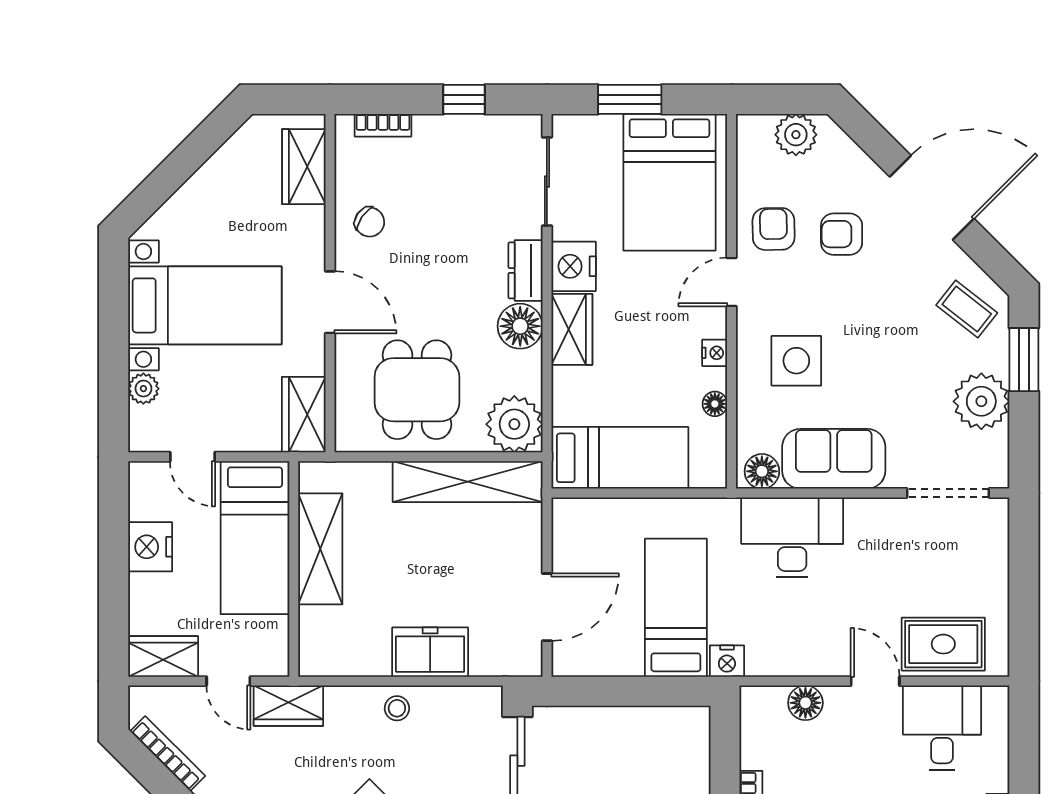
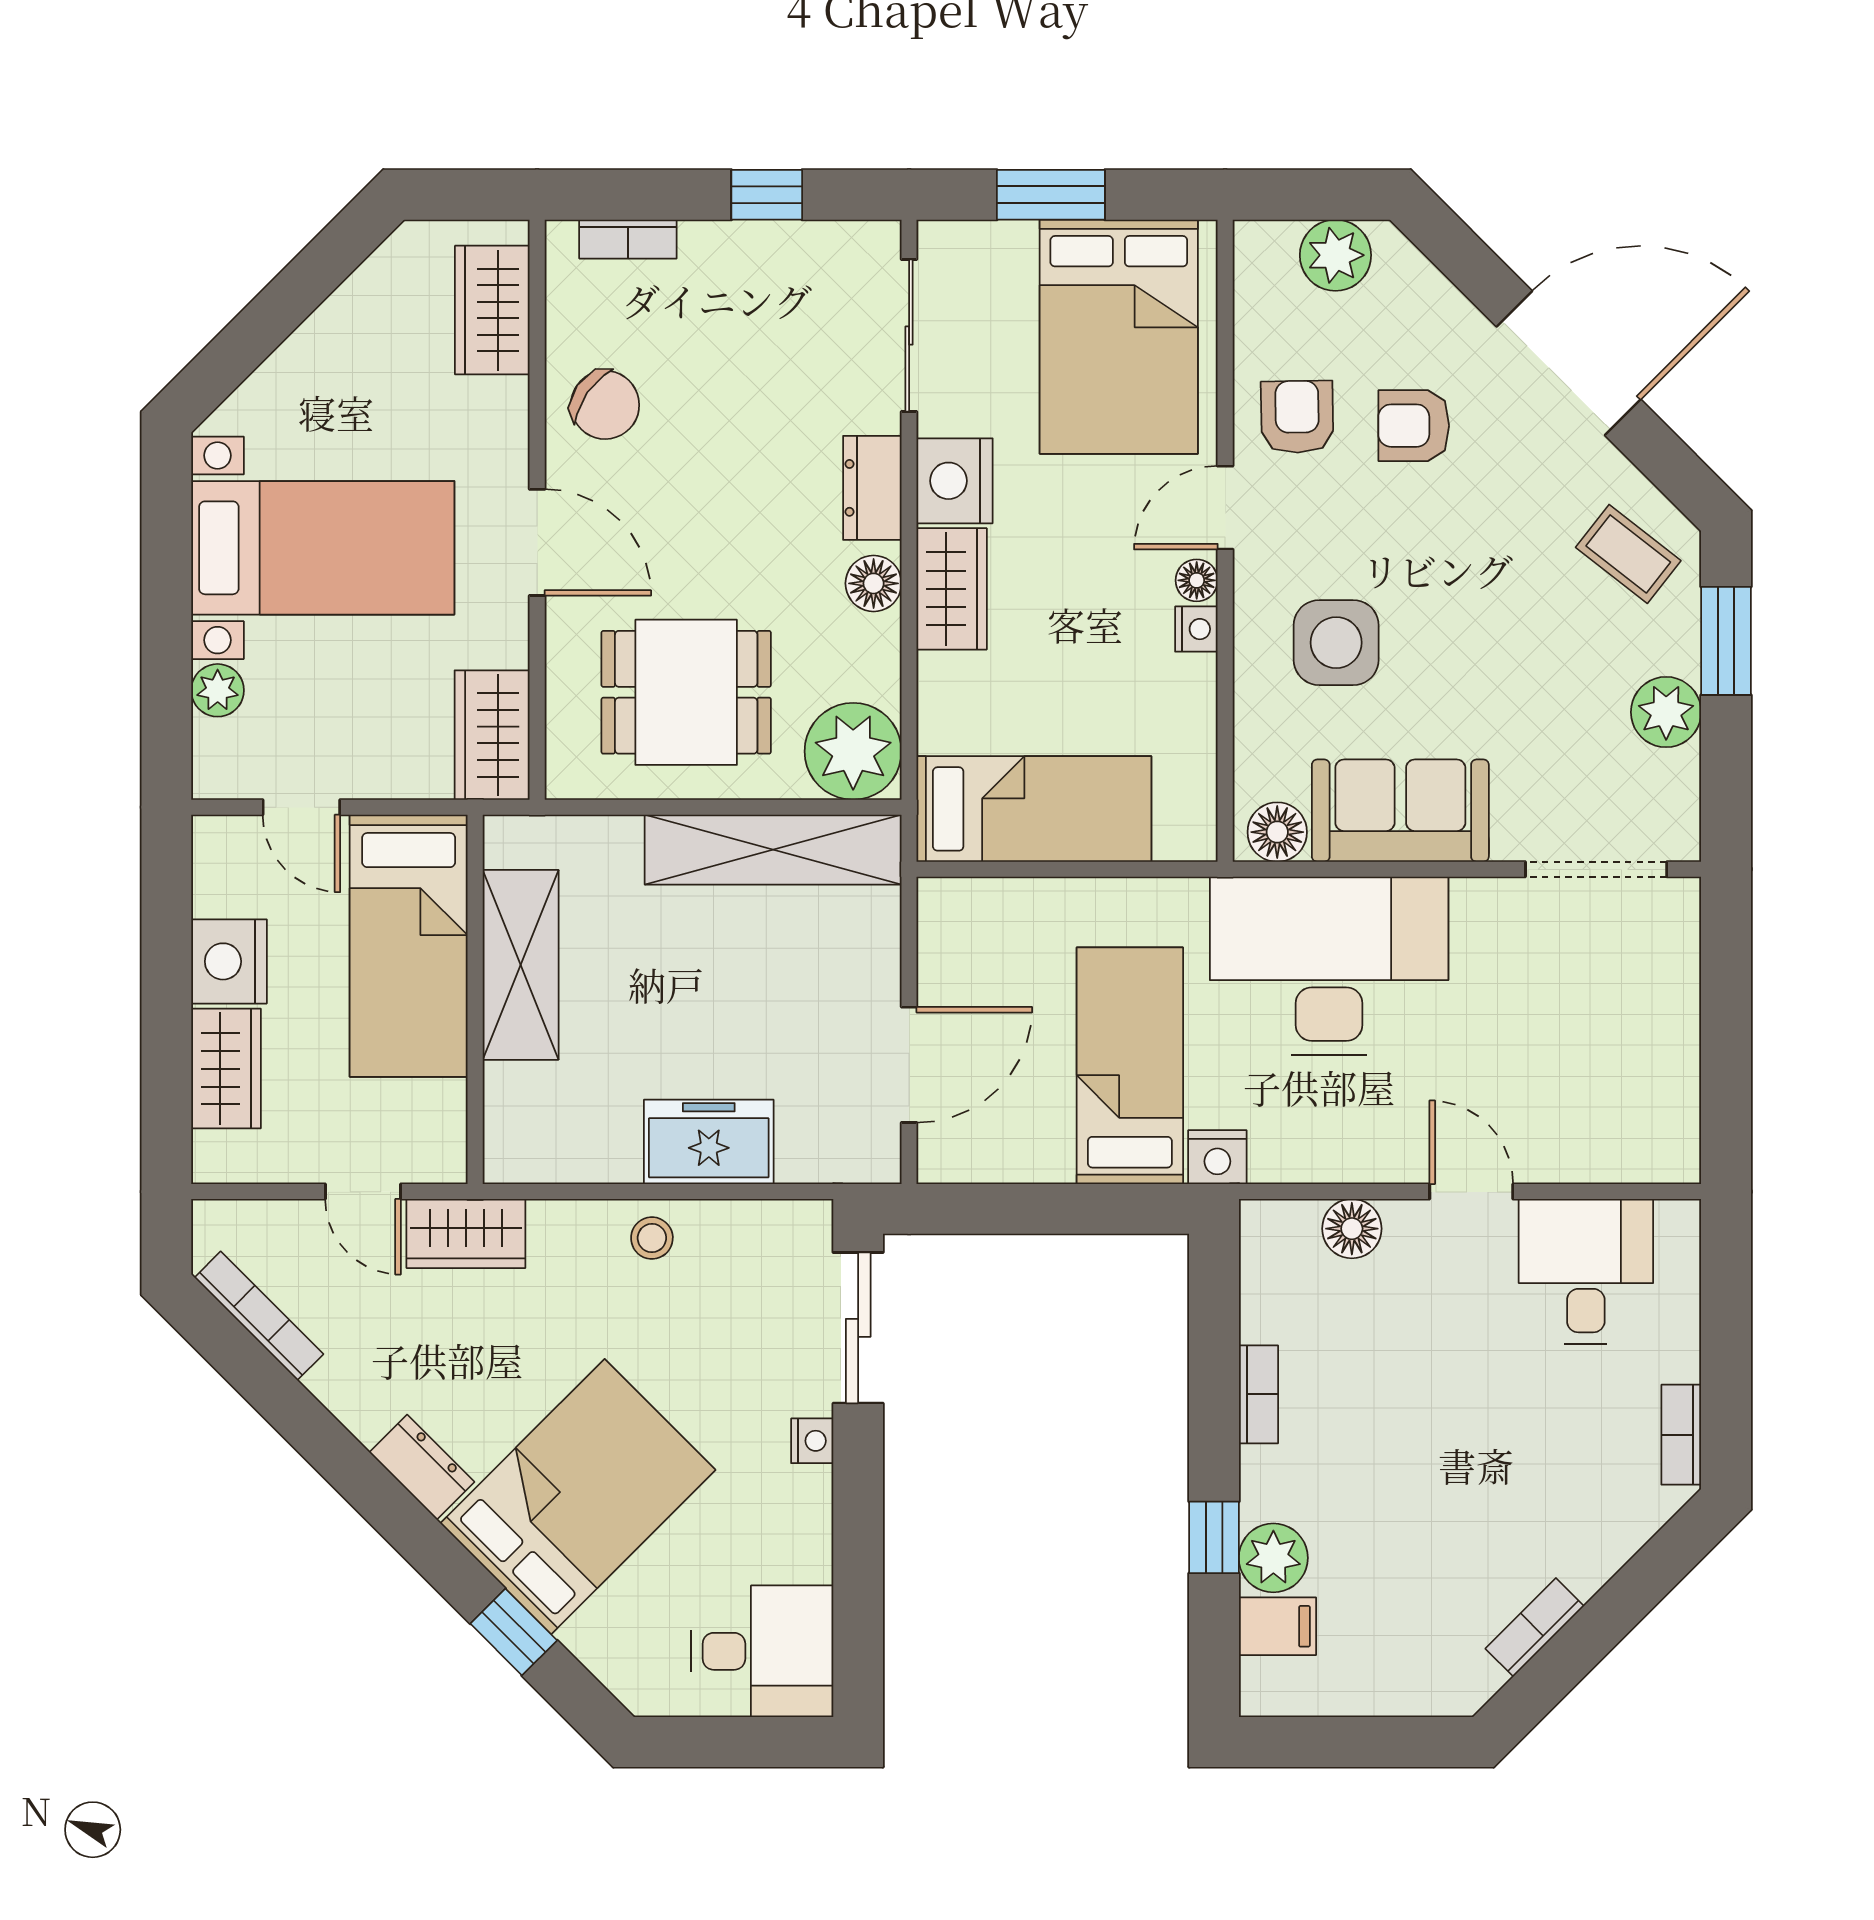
chair: (370, 222) -> (605, 405), width x1.37, depth x1.37
floor lamp: (520, 326) -> (874, 583), width x0.73, depth x0.73
dining table: (417, 390) -> (686, 692), turned 90
plant: (981, 401) -> (1666, 712), width x0.73, depth x0.73
floor lamp: (715, 404) -> (1197, 580), moved
desk: (792, 537) -> (1329, 966), width x1.36, depth x1.30
rug: (943, 644) -> (1588, 1128), removed
wardrobe: (163, 656) -> (226, 1069), moved, turned 90

